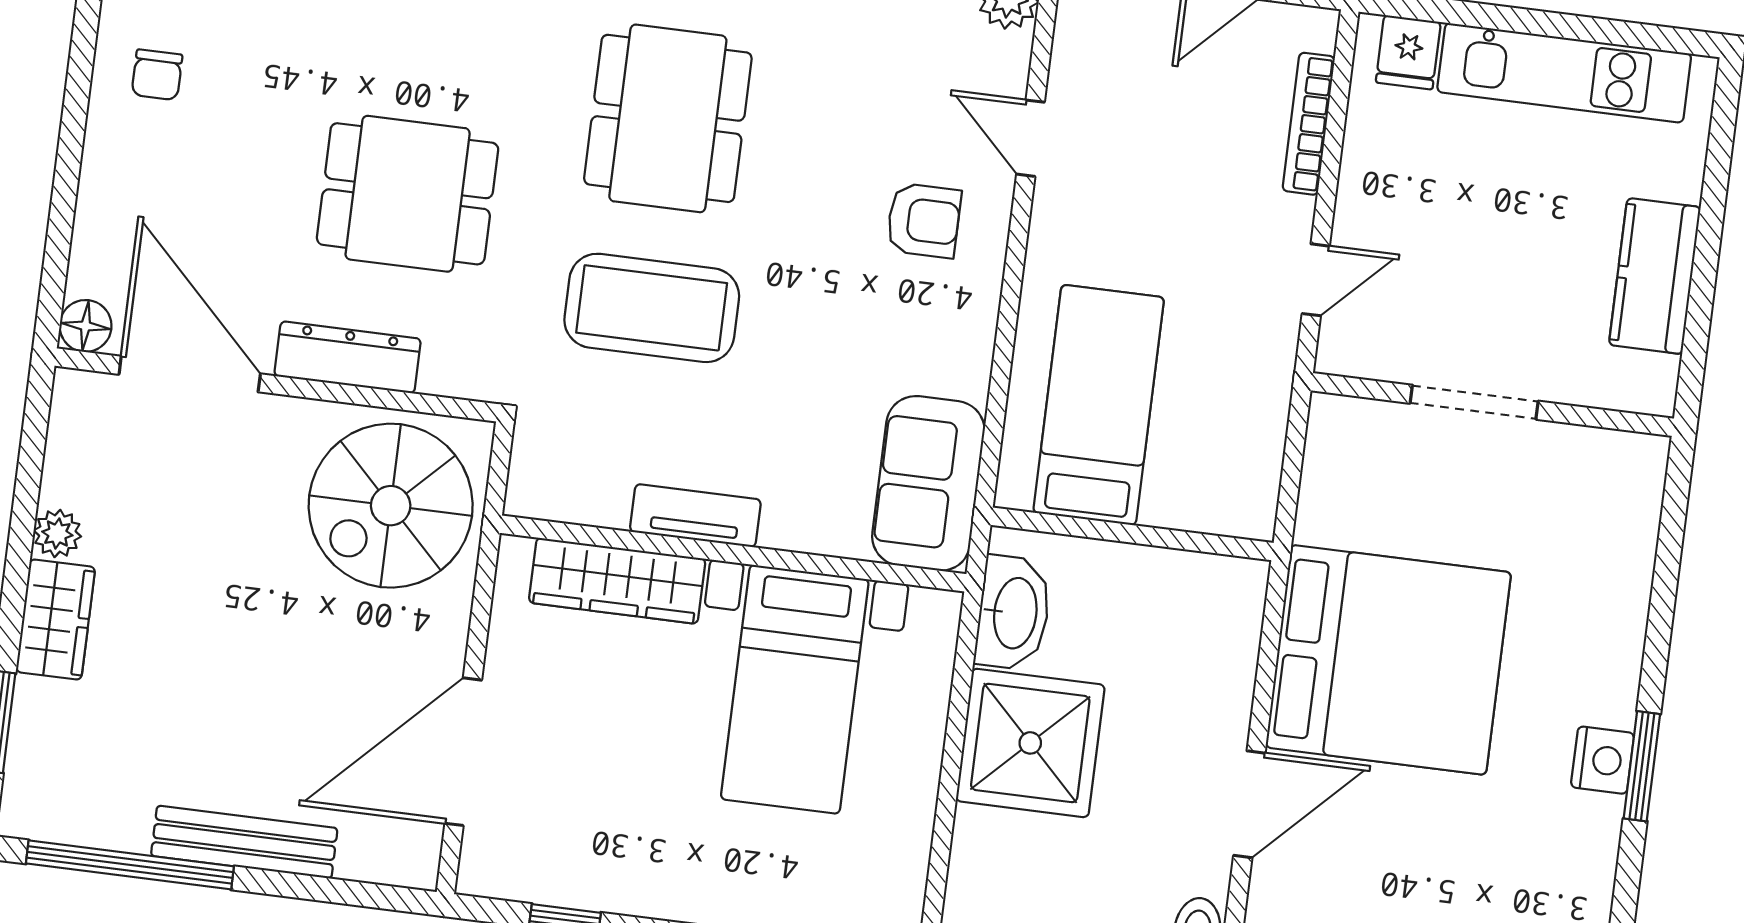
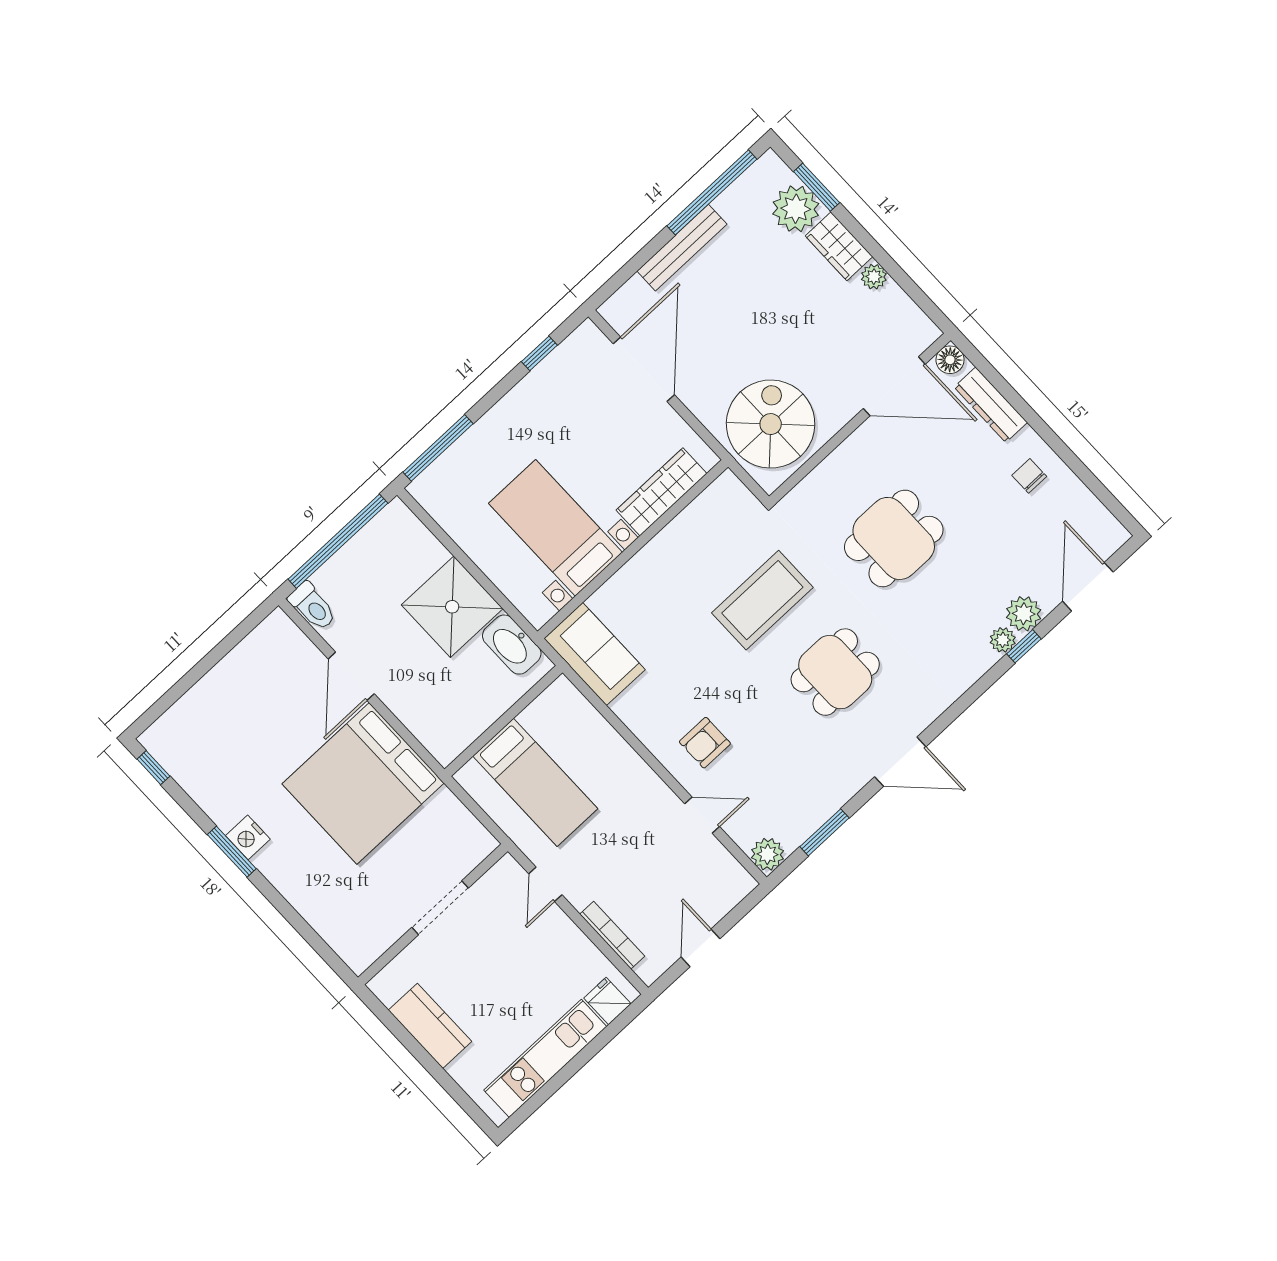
dining table: (668, 118) -> (835, 672), width x0.73
dresser: (348, 357) -> (991, 405), moved, turned 90
bed: (1099, 405) -> (535, 782), moved
tv unit: (695, 516) -> (662, 547), removed
plant: (53, 726) -> (796, 209), added

